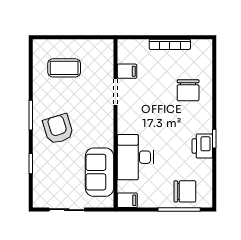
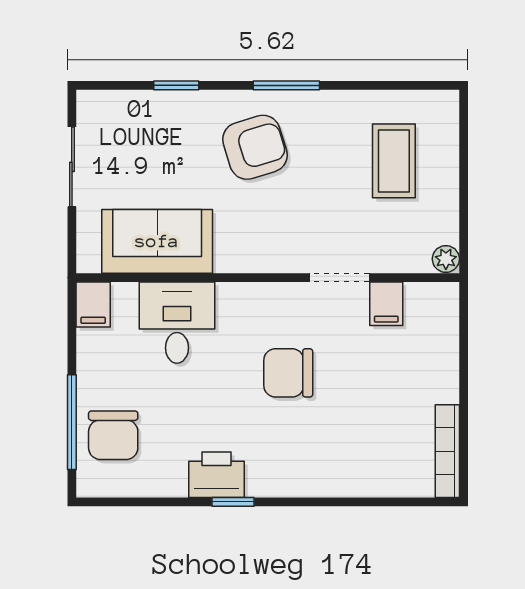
bookcase: (170, 44) -> (447, 451), moved
plant: (107, 45) -> (446, 259), added
chair: (188, 90) -> (288, 373), moved
desk: (135, 157) -> (177, 323), width x0.73

